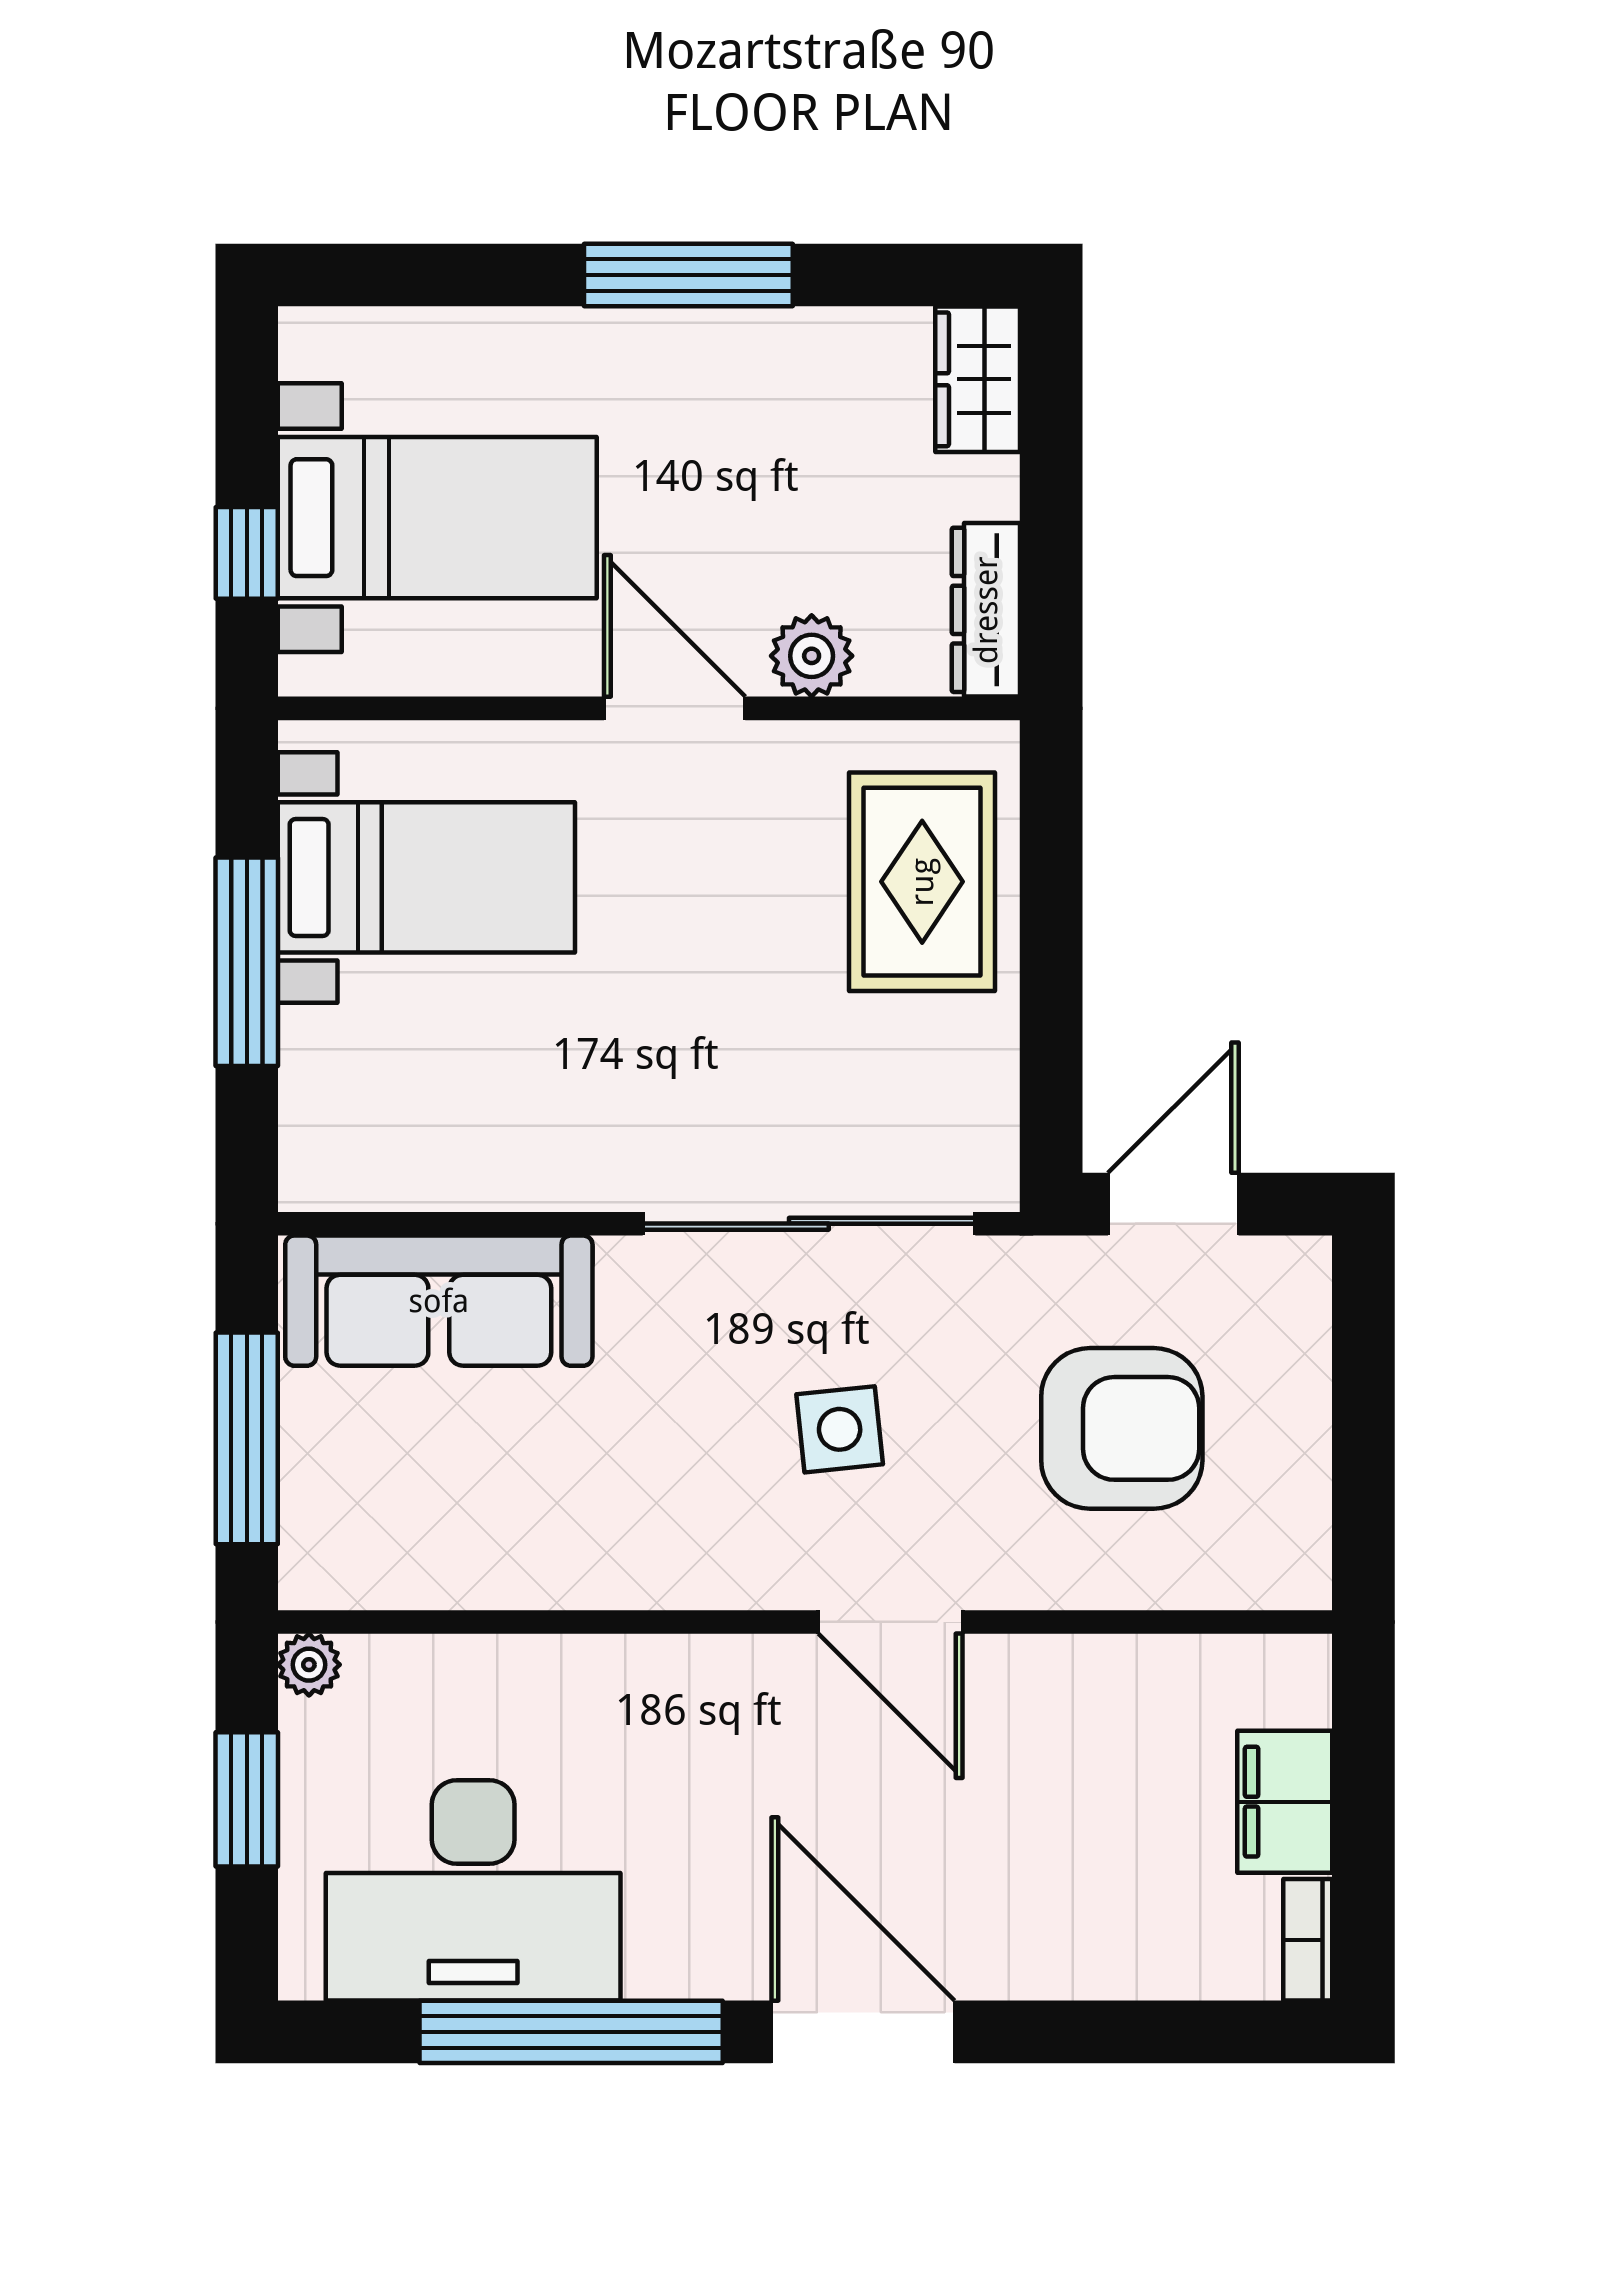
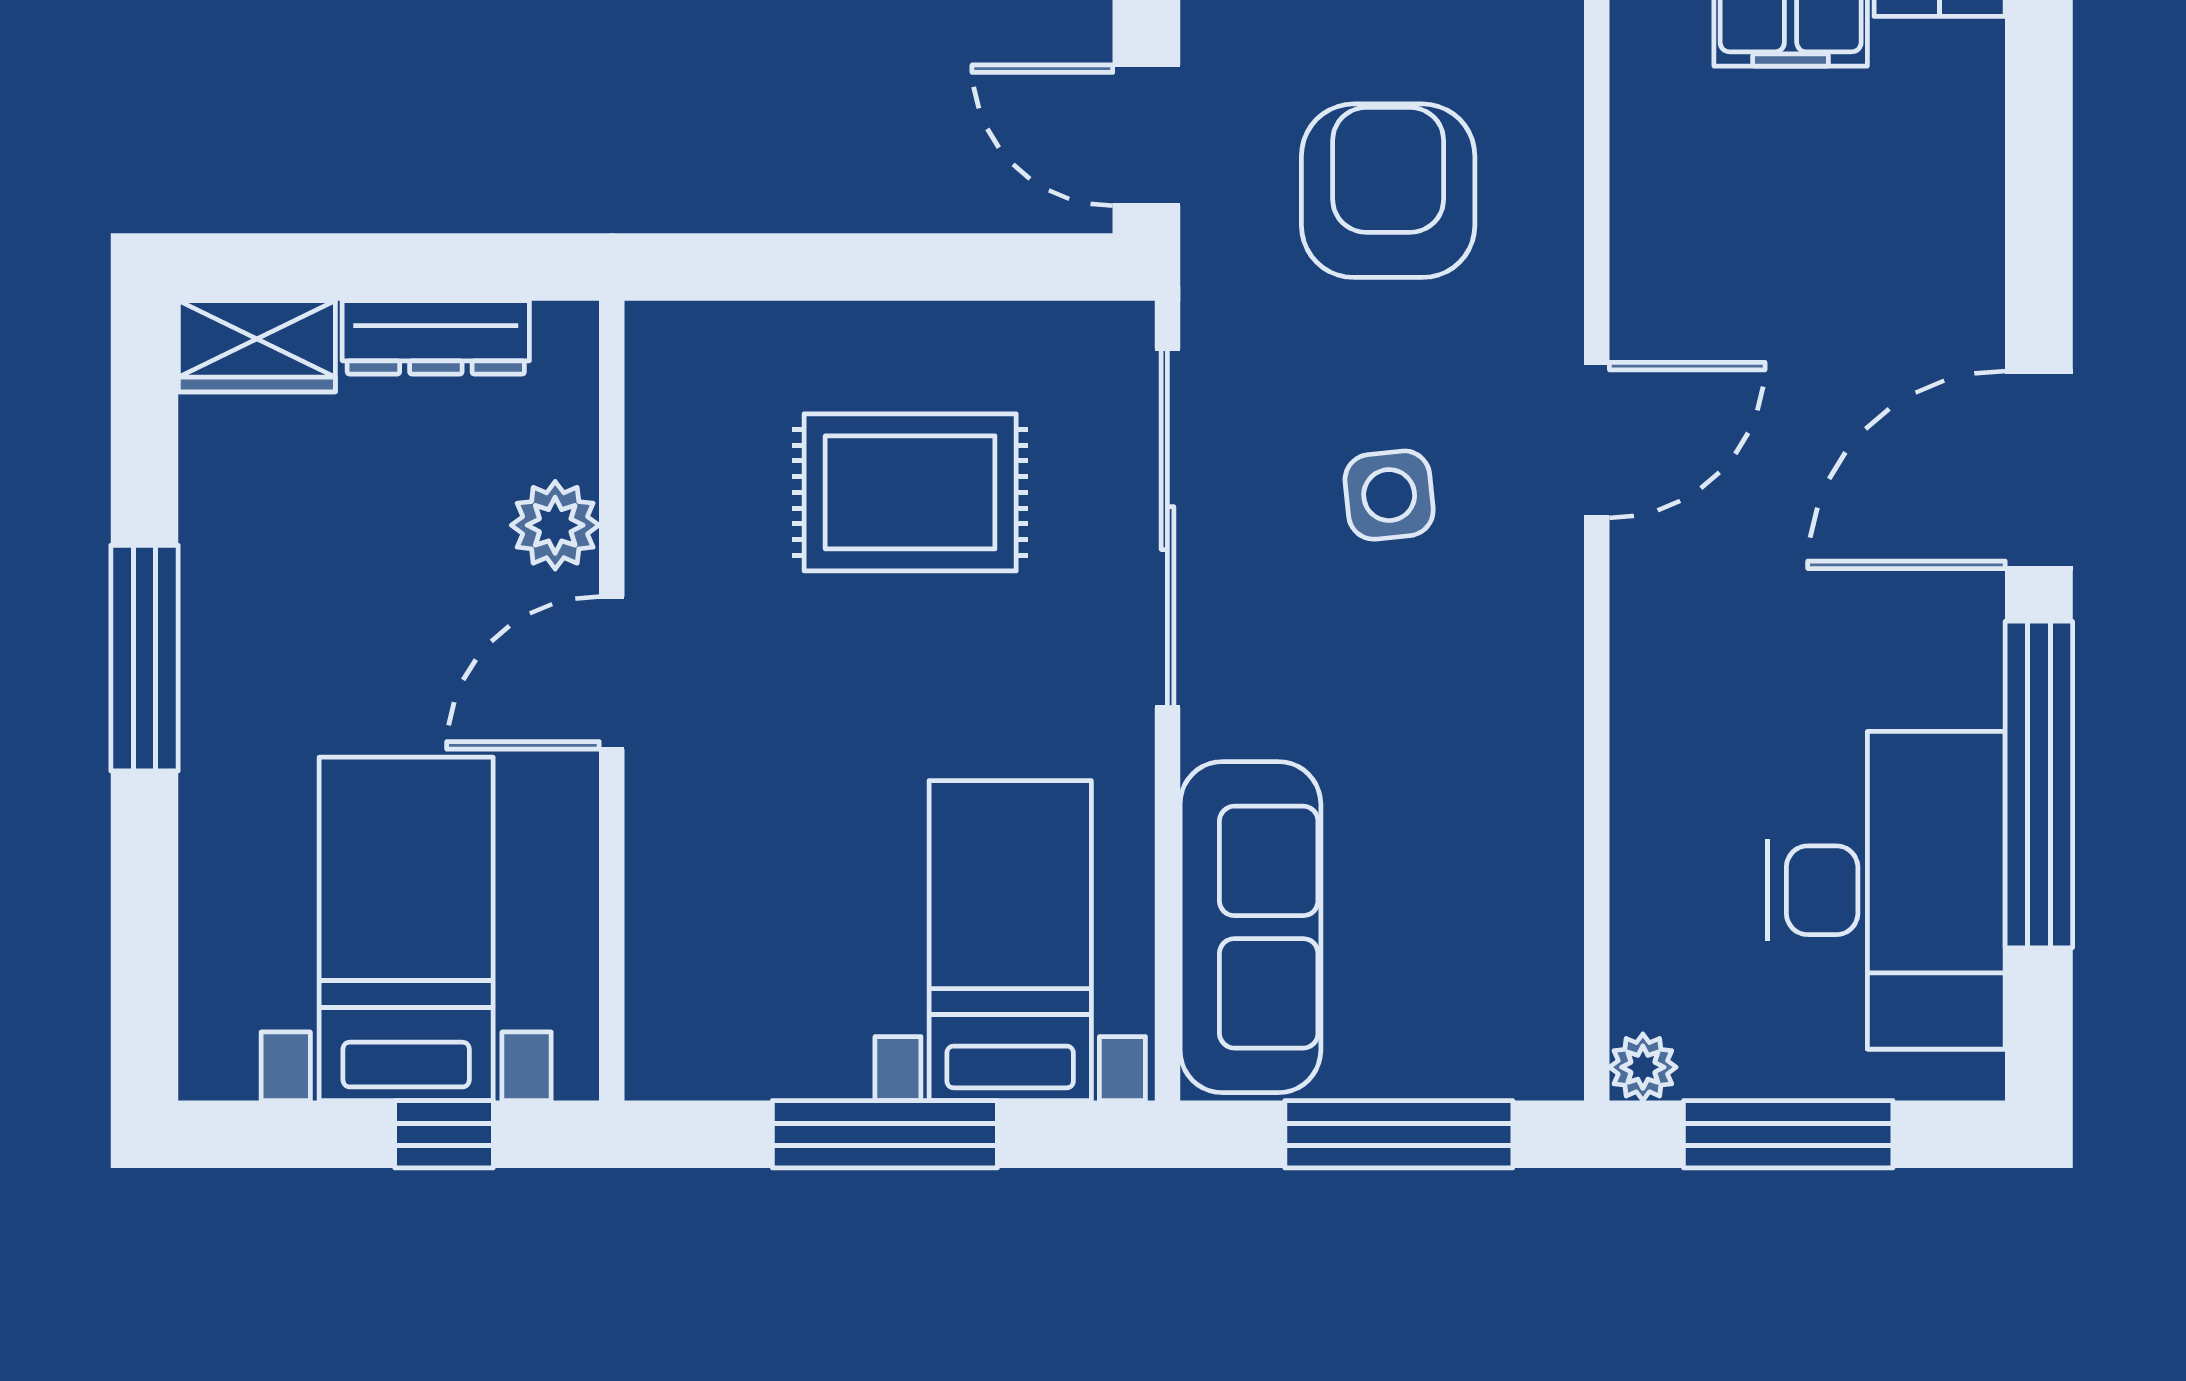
dresser: (986, 610) -> (436, 337), moved
bed with nightstands: (426, 877) -> (1010, 941), moved
rug: (922, 882) -> (910, 492), moved
window: (247, 1799) -> (1788, 1134), width x1.44

